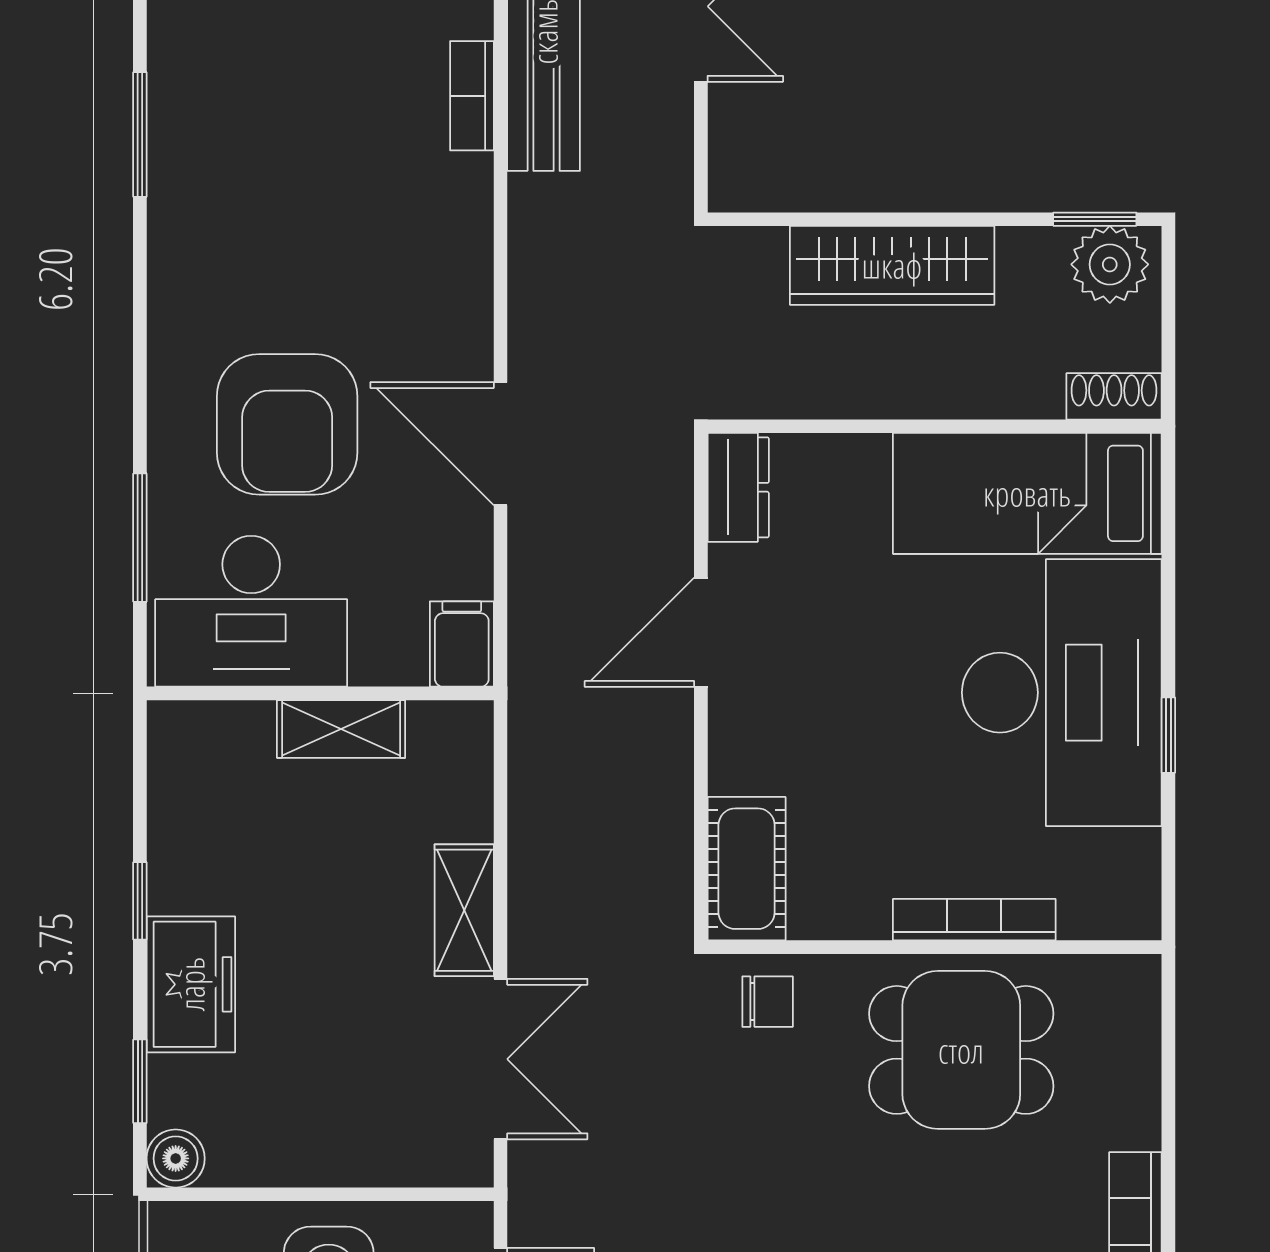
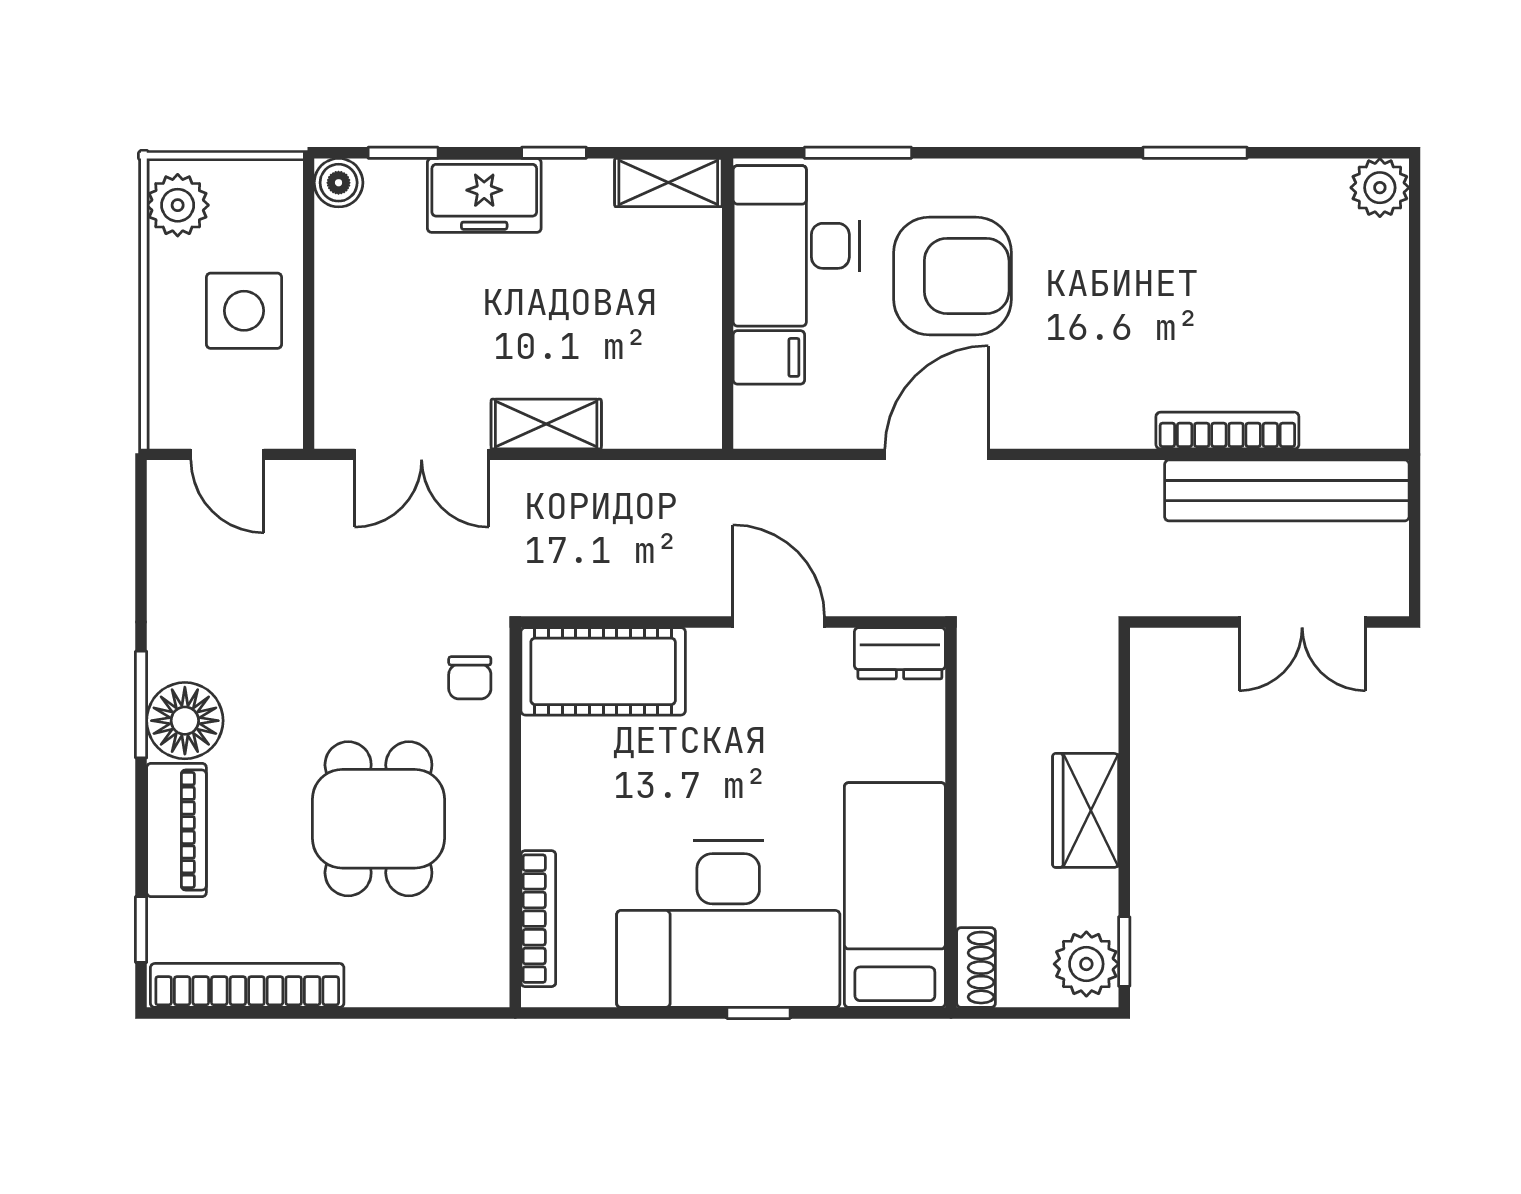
bookcase: (472, 96) -> (1227, 431), width x1.56
wardrobe: (892, 265) -> (1086, 810), width x0.67
armchair: (287, 424) -> (953, 276), turned 180
filing cabinet: (462, 644) -> (769, 357), moved
shelving: (341, 729) -> (668, 183), moved, turned 90
window: (1168, 735) -> (758, 1013), moved
cot: (747, 869) -> (603, 671), width x1.37, depth x1.34
bookcase: (974, 920) -> (538, 919), moved
dining table: (961, 1050) -> (378, 819), moved

